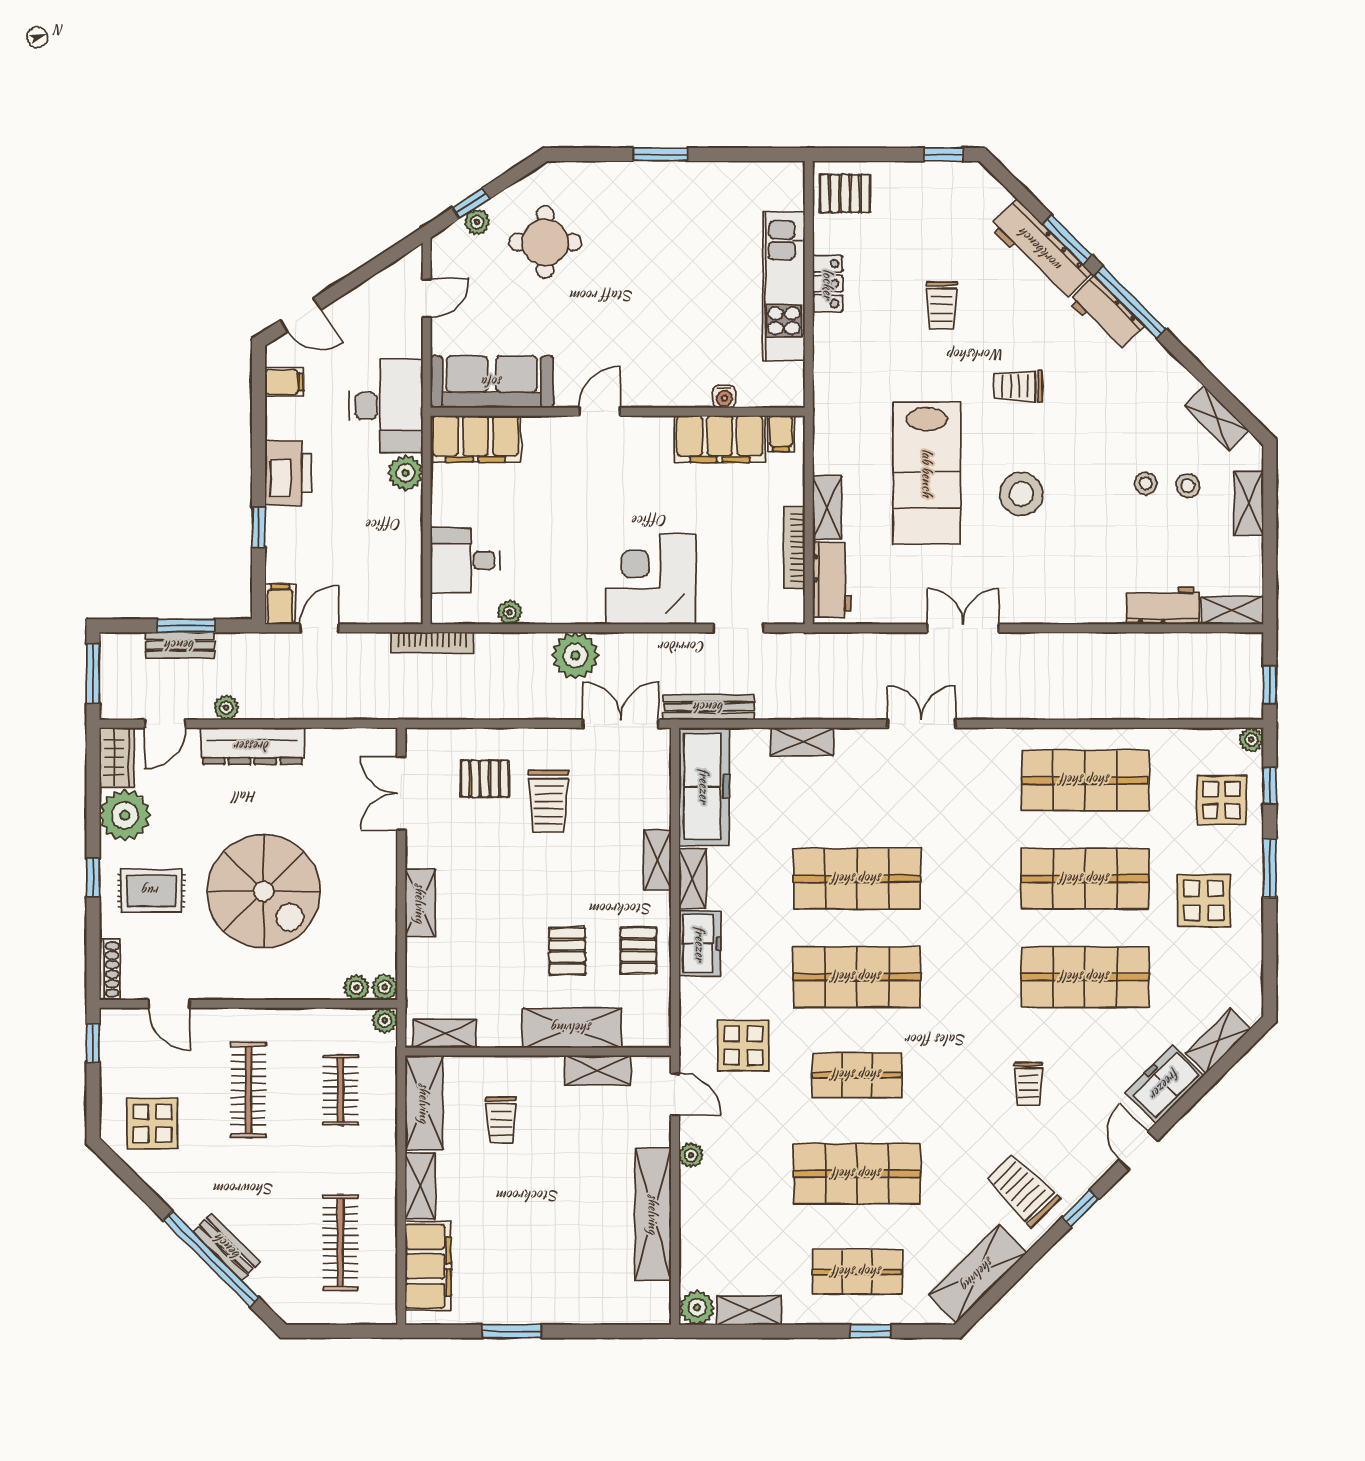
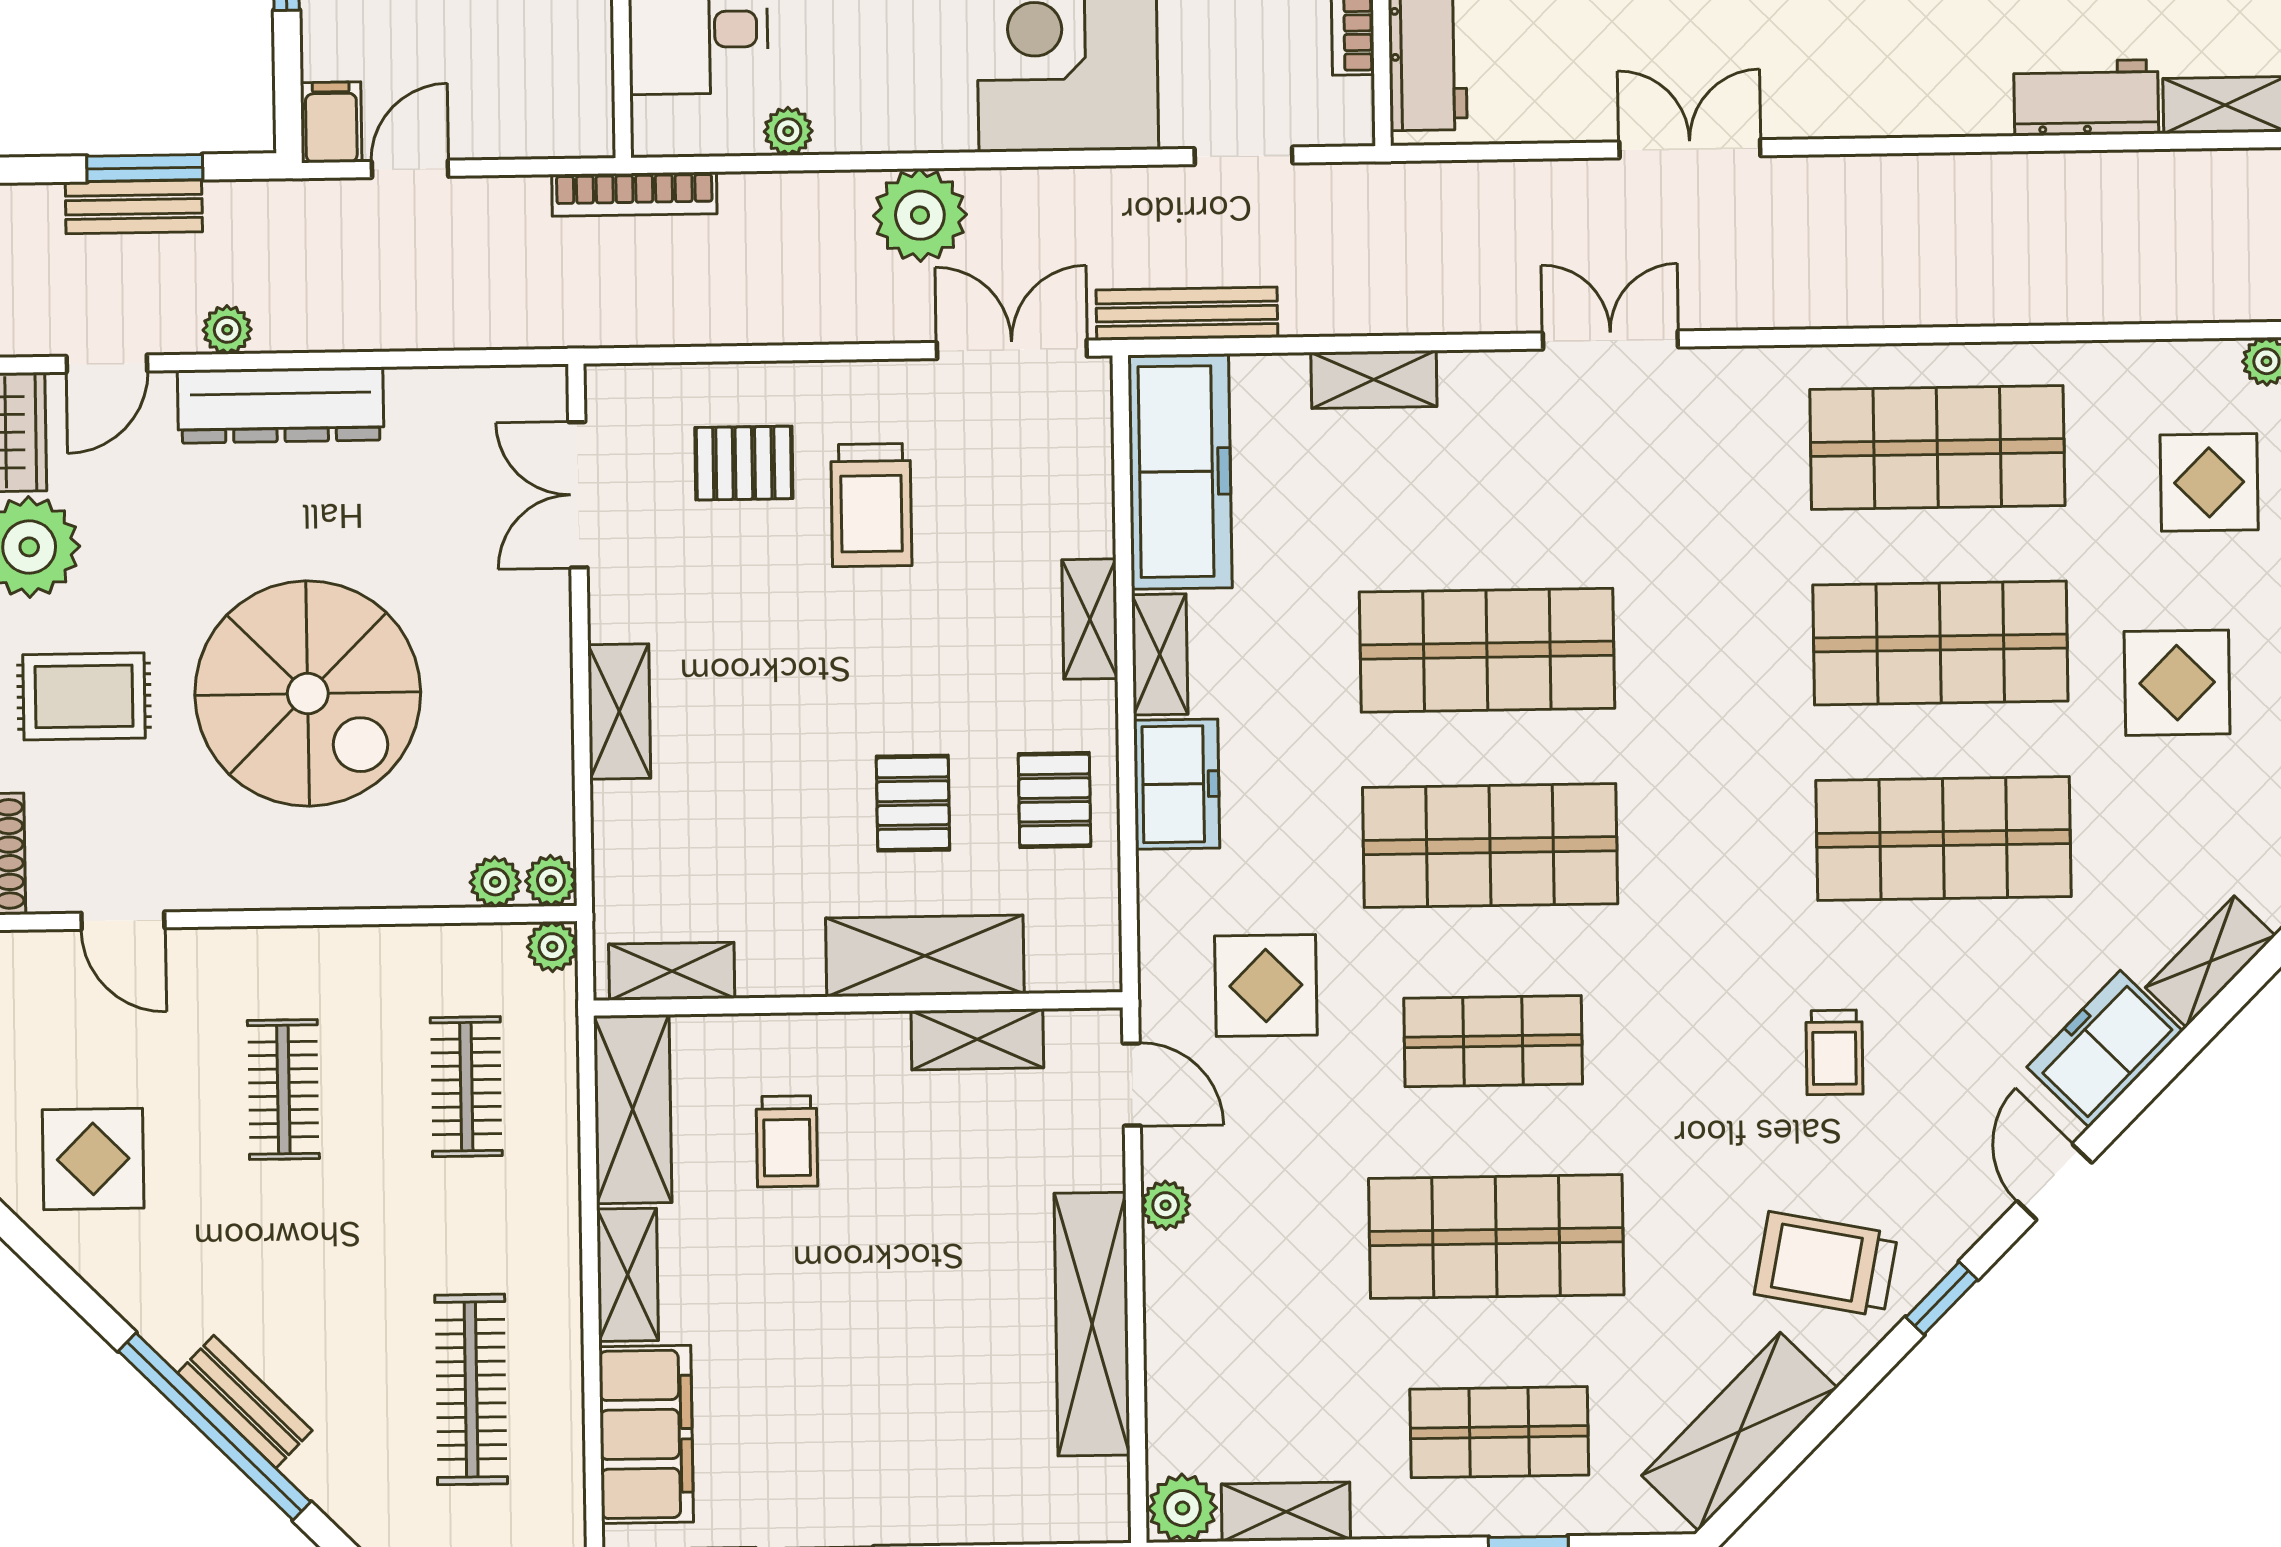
clothes rail: (248, 1090) -> (283, 1089), width x0.73
trolley: (1023, 1190) -> (1826, 1264), turned -34

